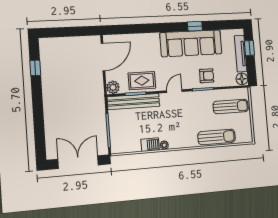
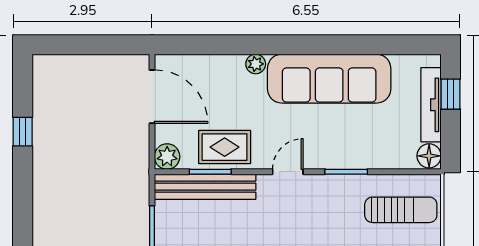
window: (195, 26) -> (340, 45), removed
plant: (154, 38) -> (256, 64), added
door: (103, 57) -> (152, 97), hinge flipped
window: (35, 68) -> (23, 132), moved
armchair: (207, 76) -> (356, 145), removed

